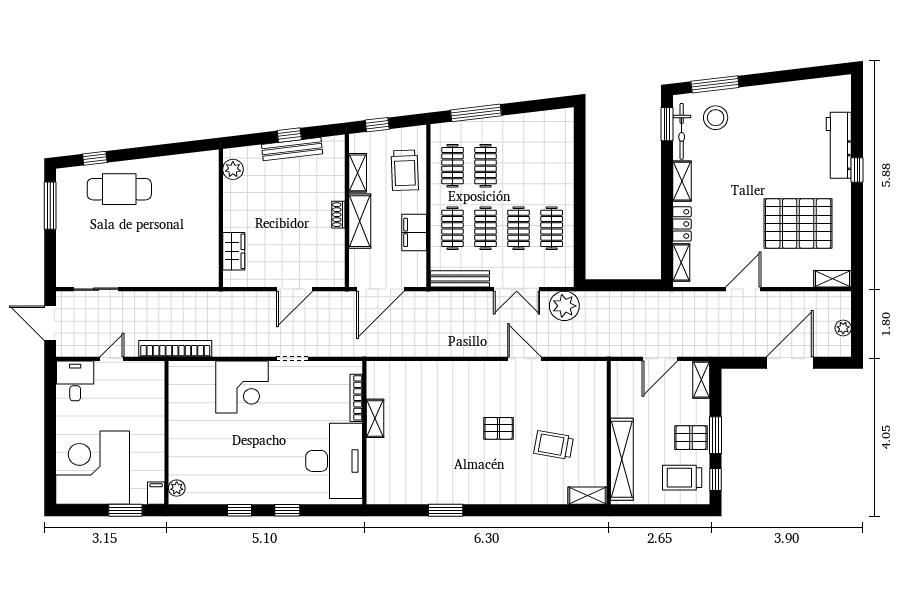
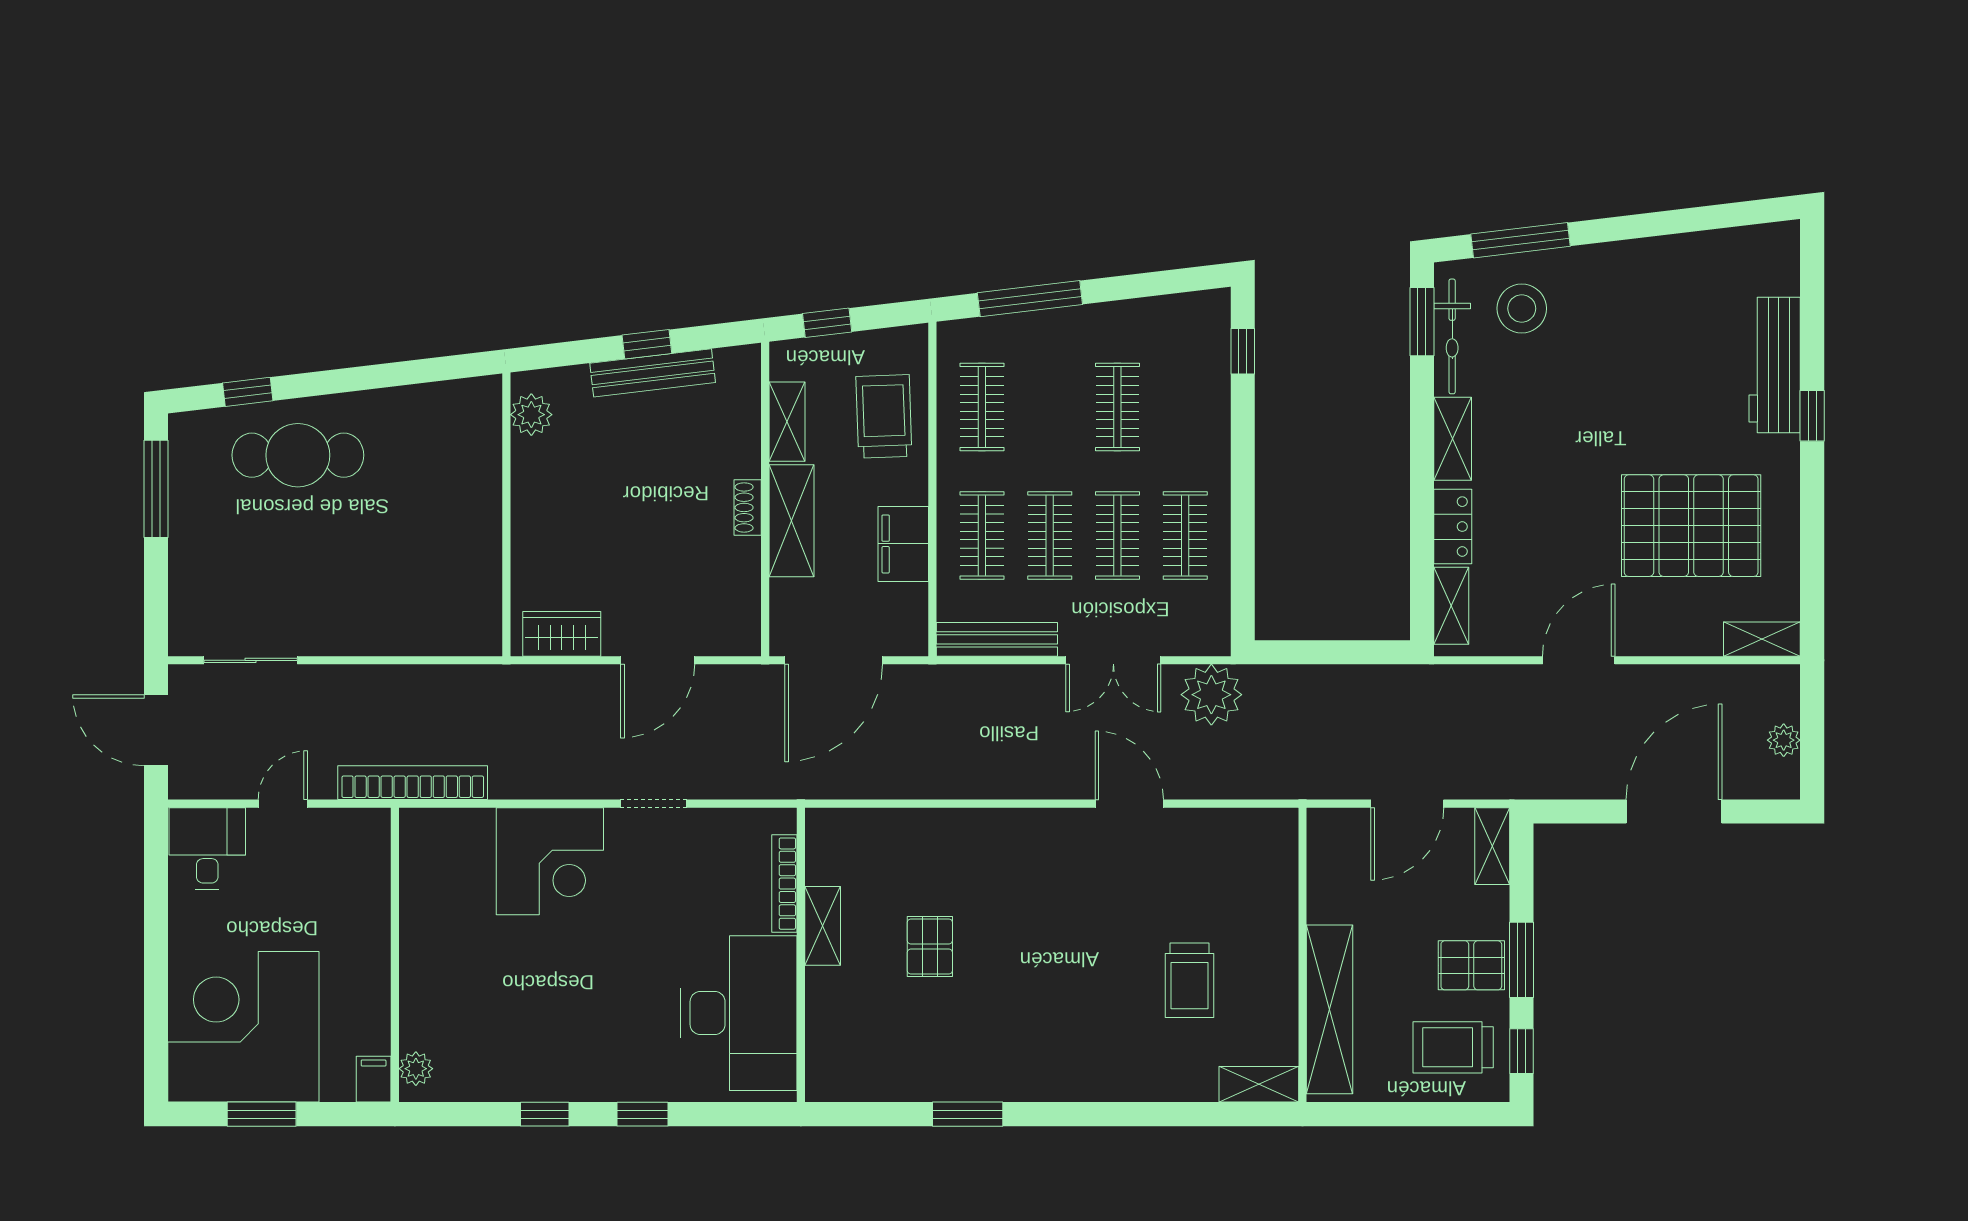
window: (580, 138) -> (1243, 351), added
clothes rail: (486, 166) -> (1117, 407), moved
trolley: (405, 170) -> (884, 416), turned 180
wardrobe: (234, 251) -> (562, 634), moved, turned -90
pallet: (499, 428) -> (930, 946), moved, turned 90
trolley: (554, 445) -> (1189, 980), turned -100
window: (125, 510) -> (262, 1114), moved

